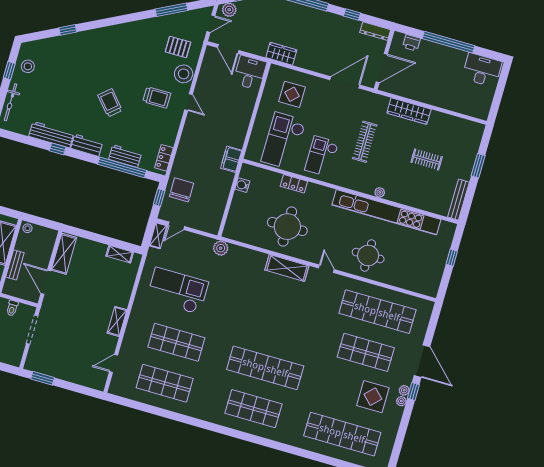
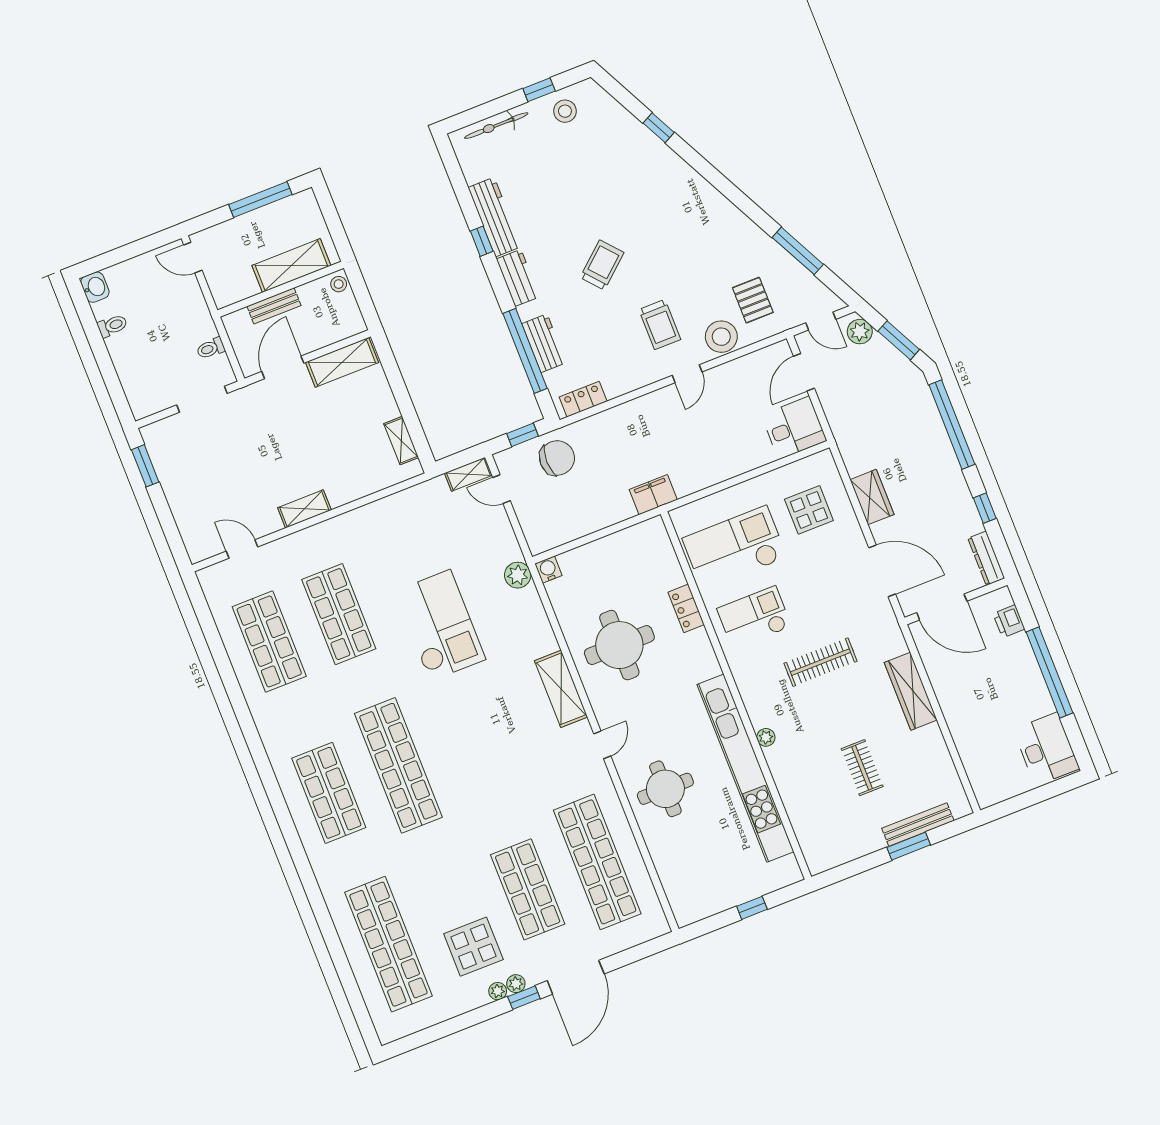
wardrobe: (281, 54) -> (872, 497), moved
water cooler: (242, 185) -> (548, 570), moved
bench: (458, 200) -> (918, 825), moved
checkout: (178, 291) -> (440, 625), moved

